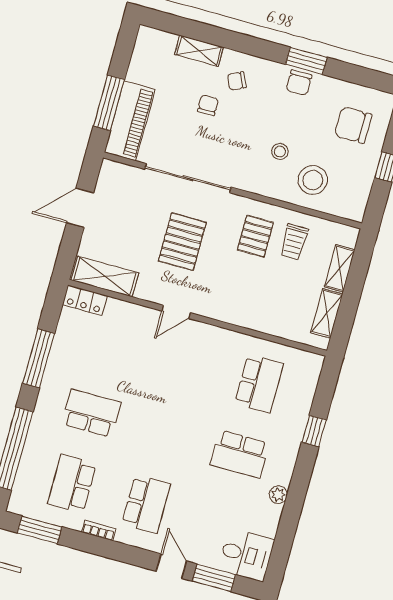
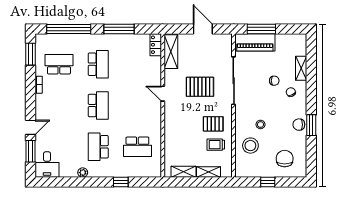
school desk: (146, 504) -> (98, 106), moved, turned -90

